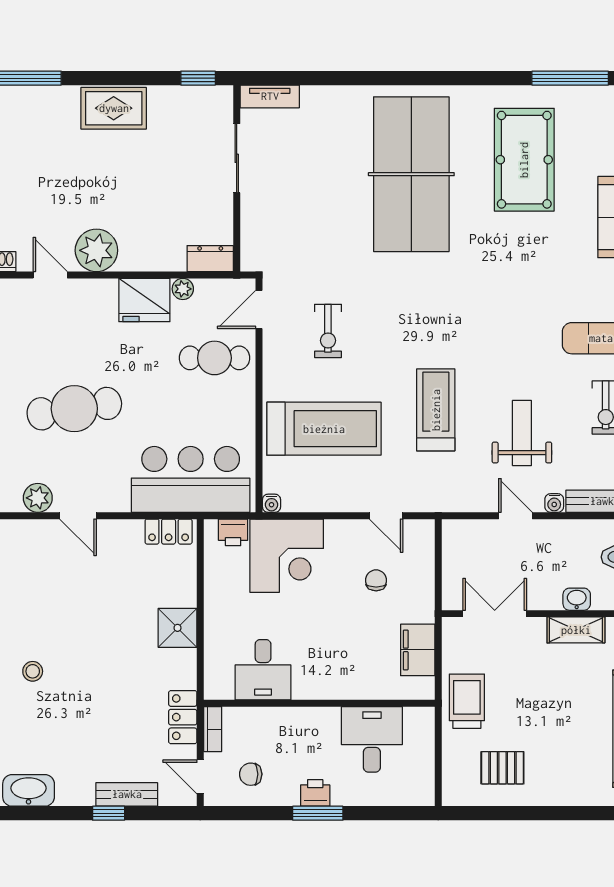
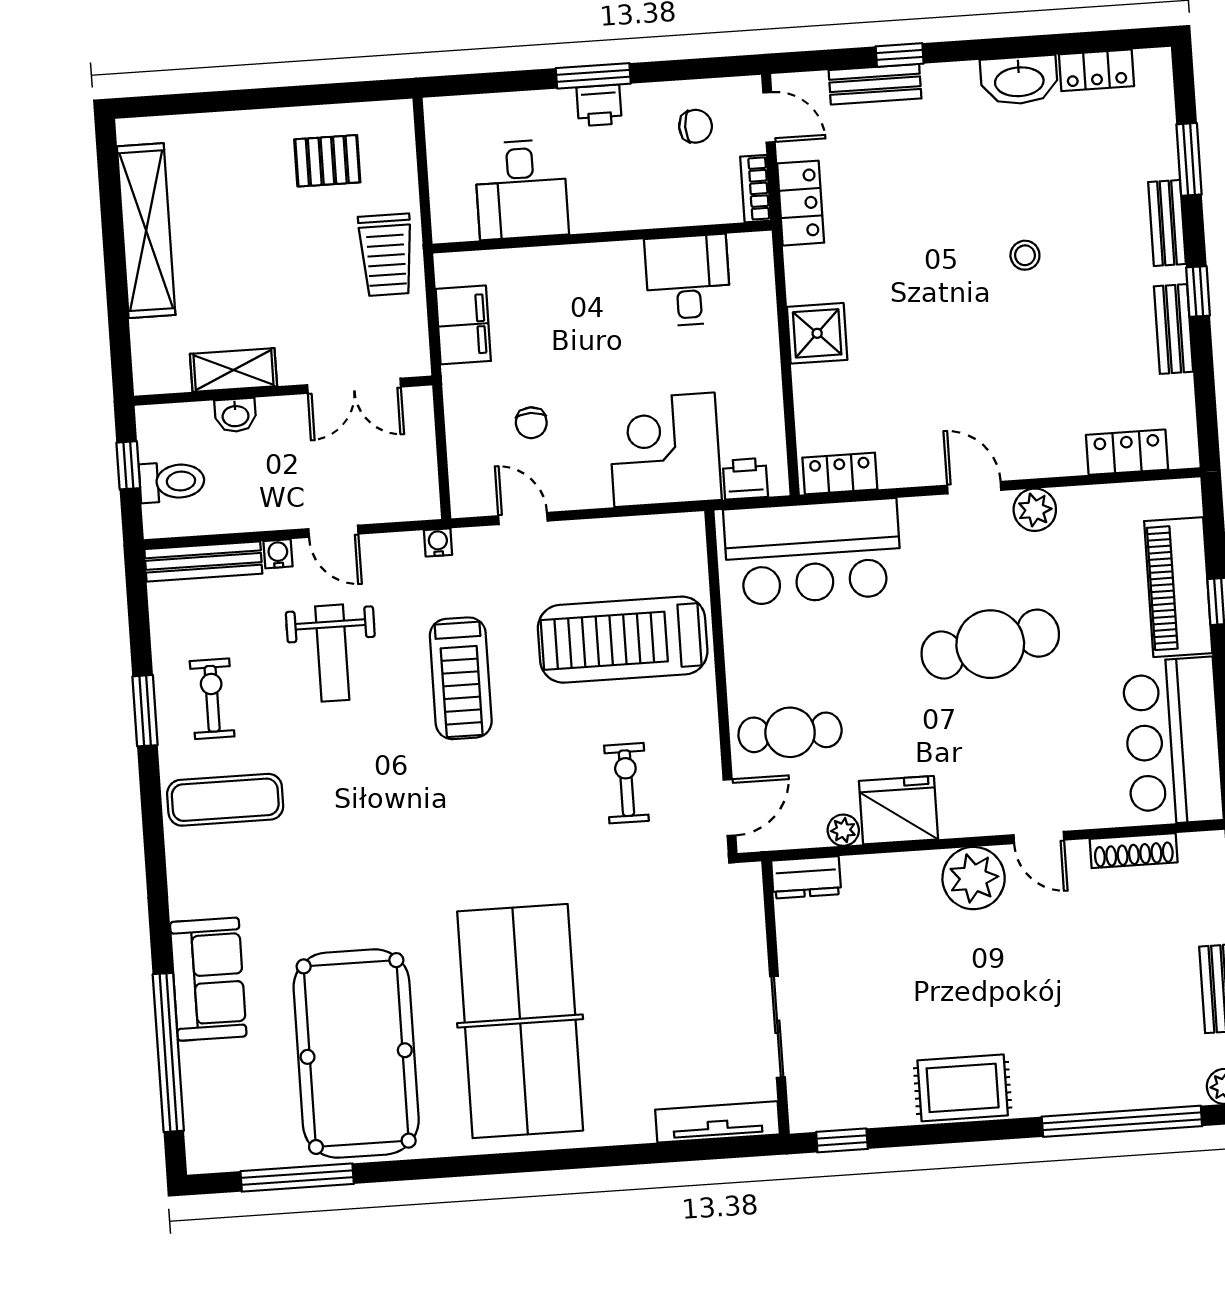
tv unit: (270, 96) -> (717, 1122), width x1.41
pool table: (524, 160) -> (356, 1054), width x1.36, depth x1.32
water cooler: (271, 503) -> (438, 542), moved

